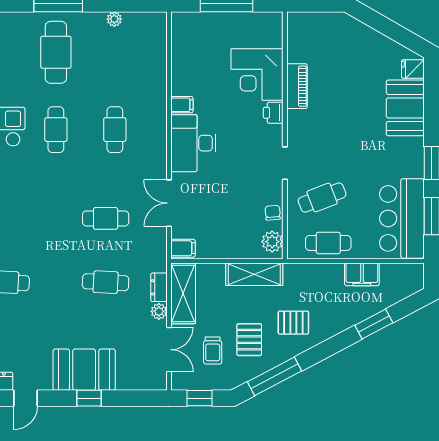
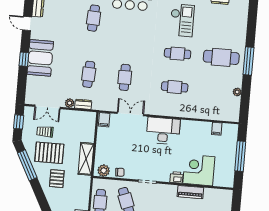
filing cabinet: (182, 105) -> (217, 129), moved
shelving: (183, 293) -> (79, 118), removed
pallet: (249, 340) -> (49, 153), width x1.50, depth x1.42

